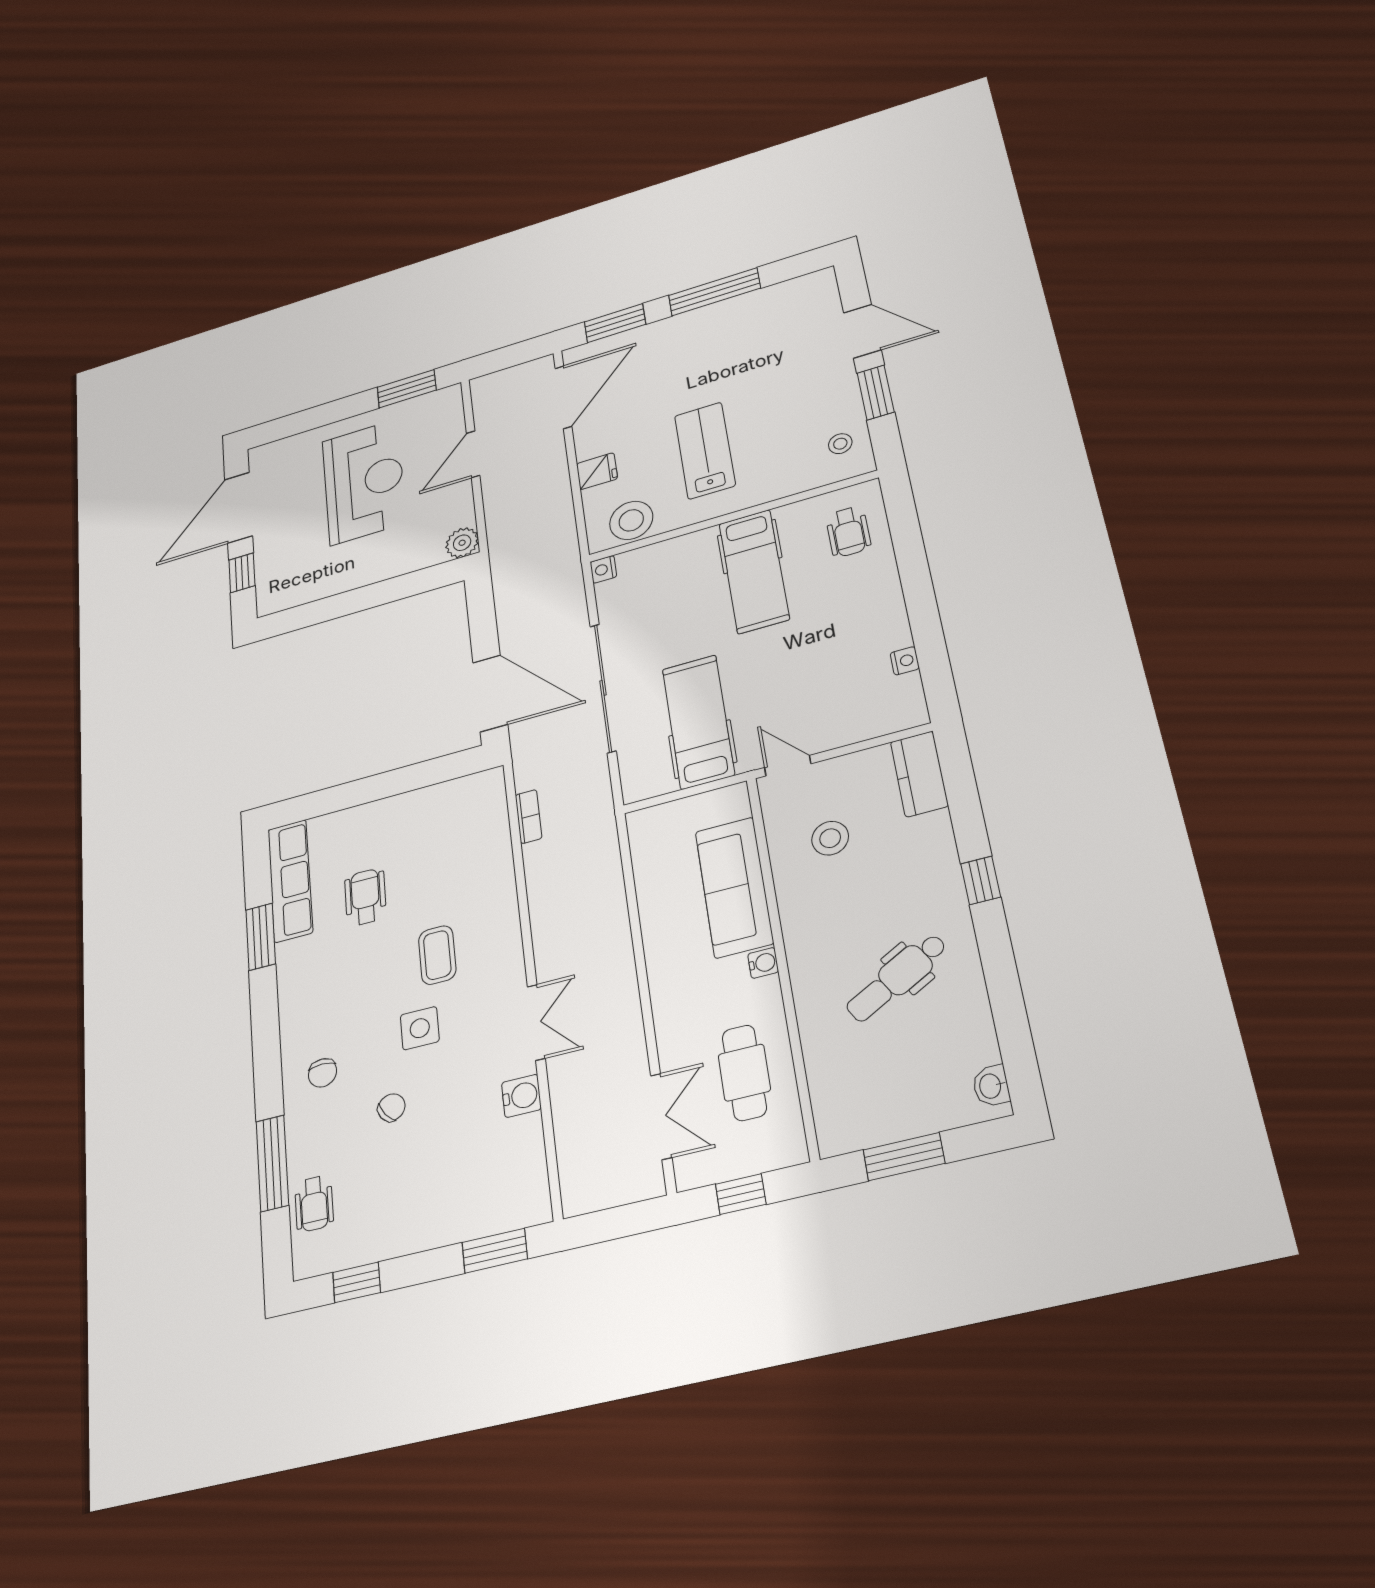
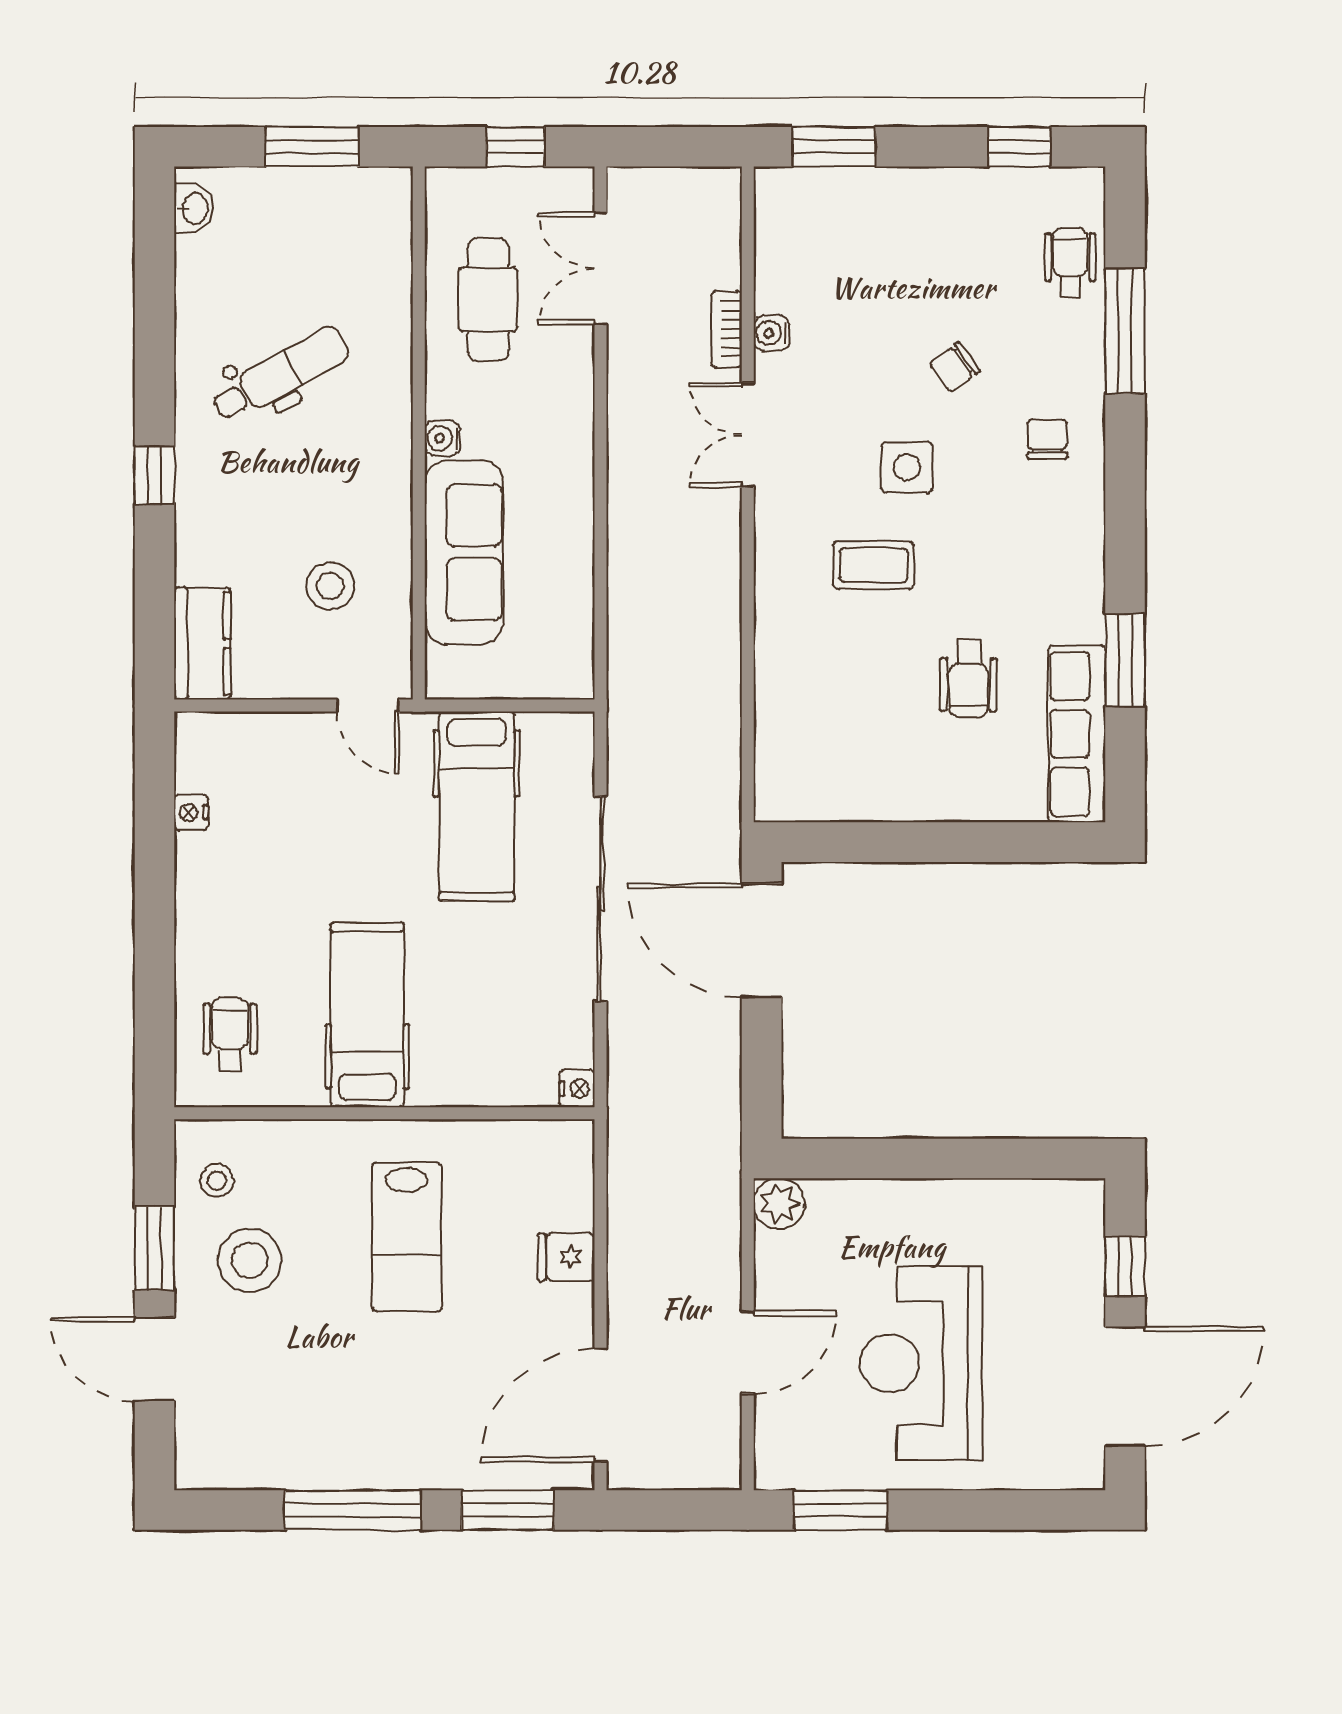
stool: (631, 520) -> (250, 1260), moved
bookcase: (529, 817) -> (727, 329), moved
coffee table: (437, 955) -> (874, 565), turned 90
water cooler: (521, 1096) -> (771, 333), width x0.72, depth x0.72

